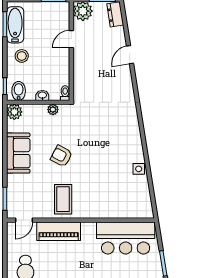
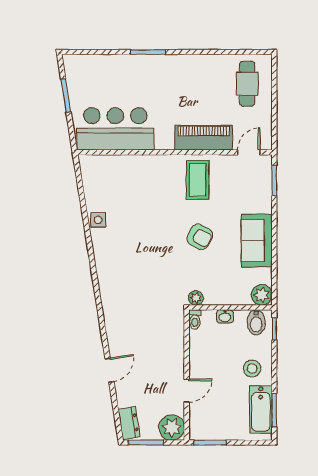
plant: (53, 110) -> (196, 298), moved

